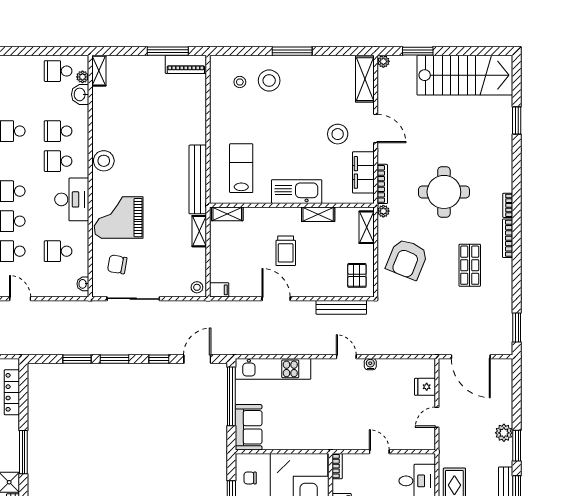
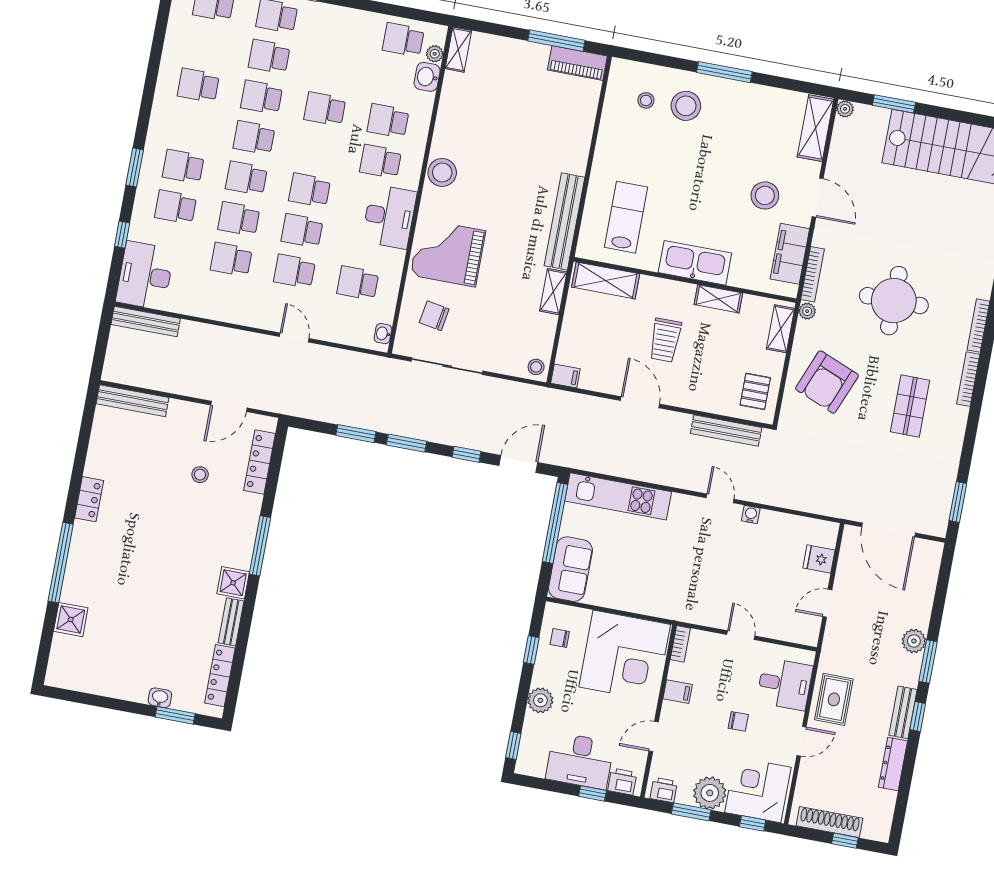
bookcase: (508, 205) -> (978, 326), width x1.56
shelving: (227, 214) -> (606, 280), width x1.50, depth x1.33

